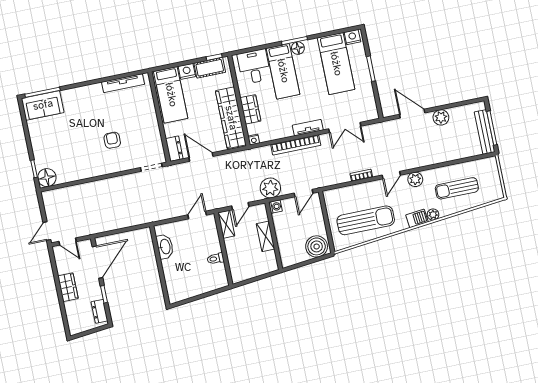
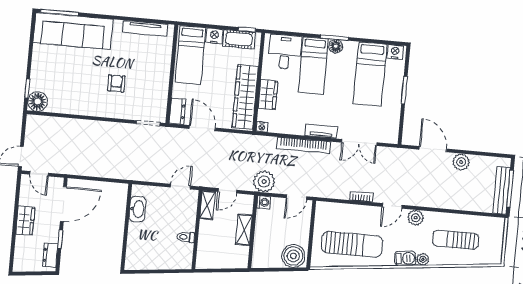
sofa: (43, 105) -> (73, 31), width x1.85, depth x1.27

